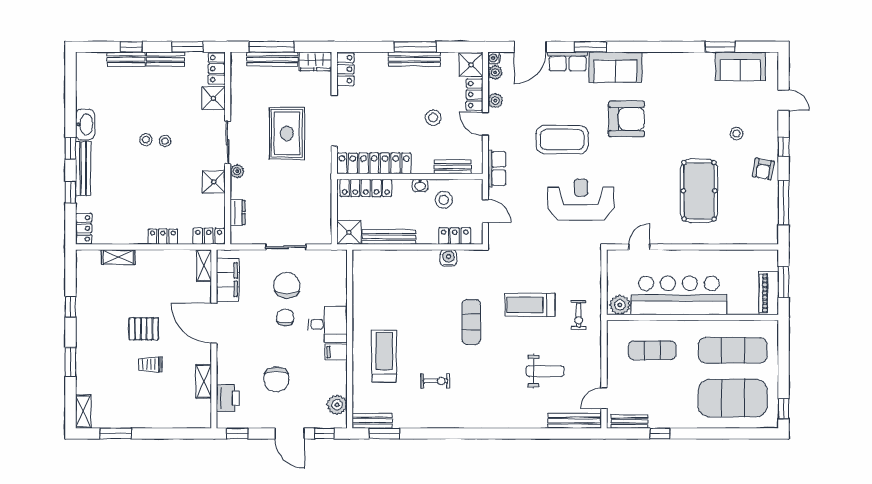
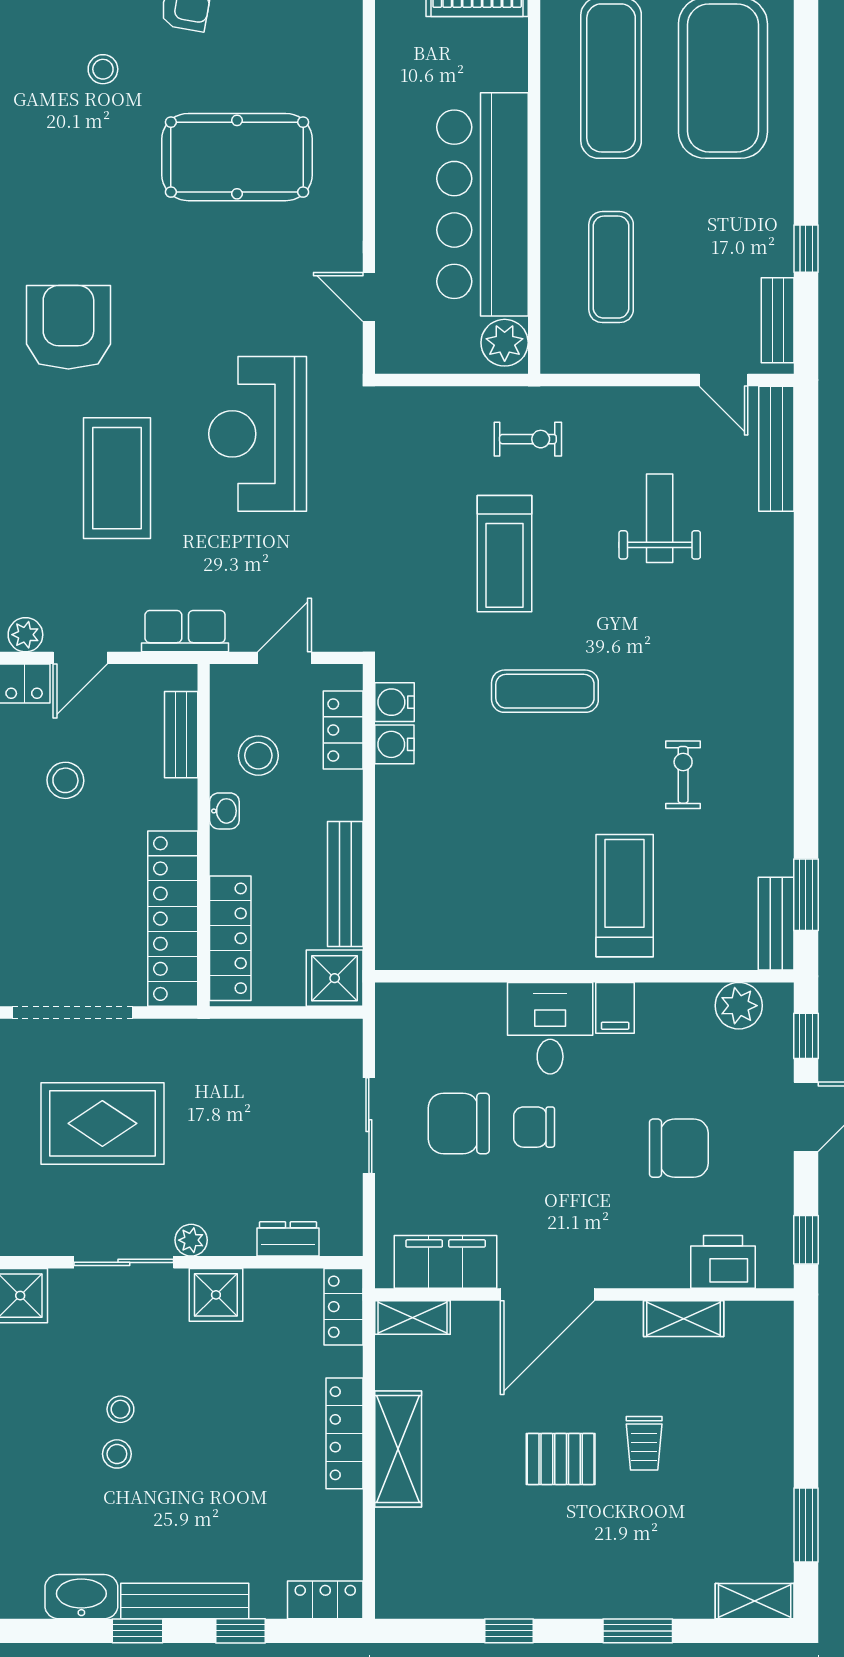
locker: (163, 237) -> (344, 1433), width x1.53
shelving: (118, 257) -> (398, 1449), moved, width x1.50, depth x1.33
water cooler: (467, 258) -> (395, 702), added
pallet: (144, 329) -> (561, 1459), turned 90
treadmill: (384, 356) -> (625, 896), turned 90

